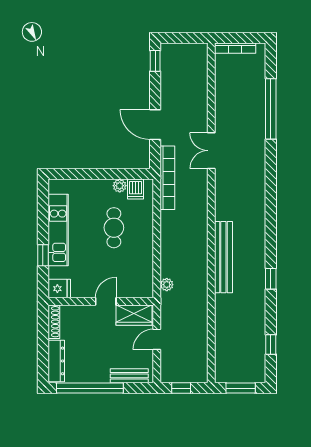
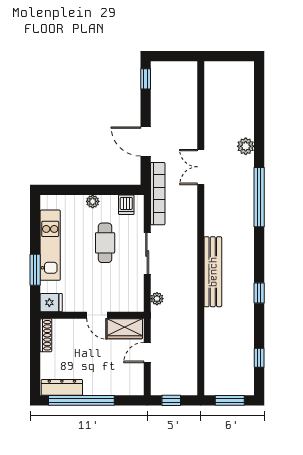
bookcase: (235, 48) -> (224, 66), removed
window: (271, 109) -> (259, 197), moved
plant: (257, 130) -> (246, 146), added
plant: (120, 186) -> (93, 201), moved
sliding door: (157, 239) -> (147, 254), added
window: (43, 255) -> (35, 270), width x1.50
door: (106, 301) -> (97, 315), swing flipped
dresser: (56, 361) -> (62, 387), moved, turned -90
bench: (129, 376) -> (120, 388), removed

